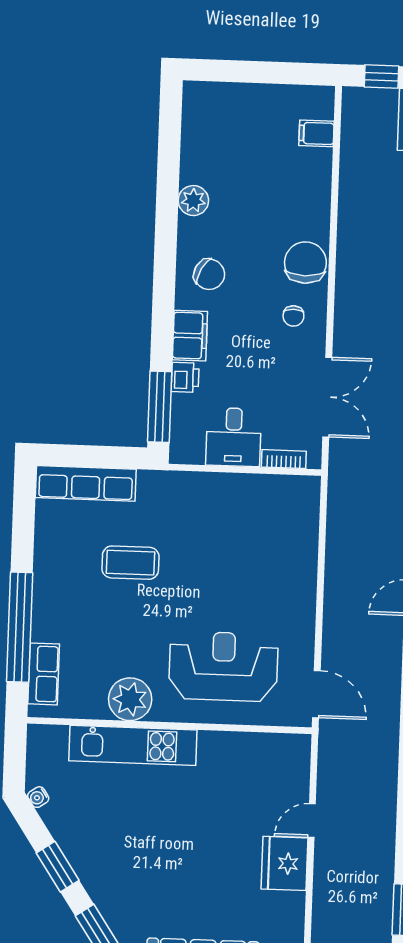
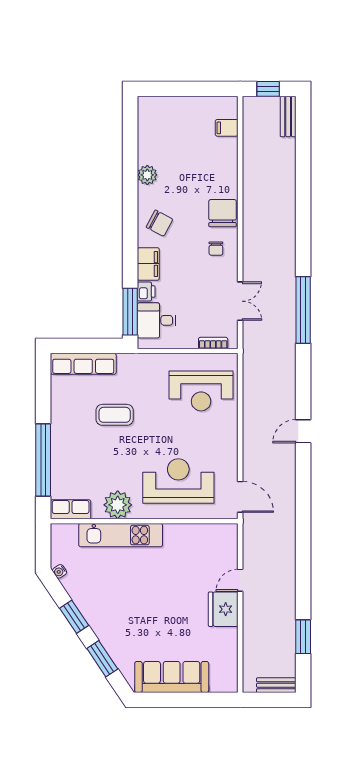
double door: (327, 397) -> (240, 301), width x0.73
desk: (234, 437) -> (156, 320), moved, turned 90
reception desk: (263, 531) -> (201, 391), added
row of seats: (44, 674) -> (71, 509), moved, turned -90

